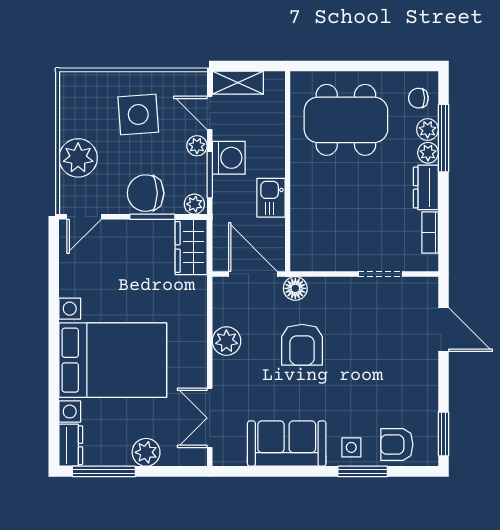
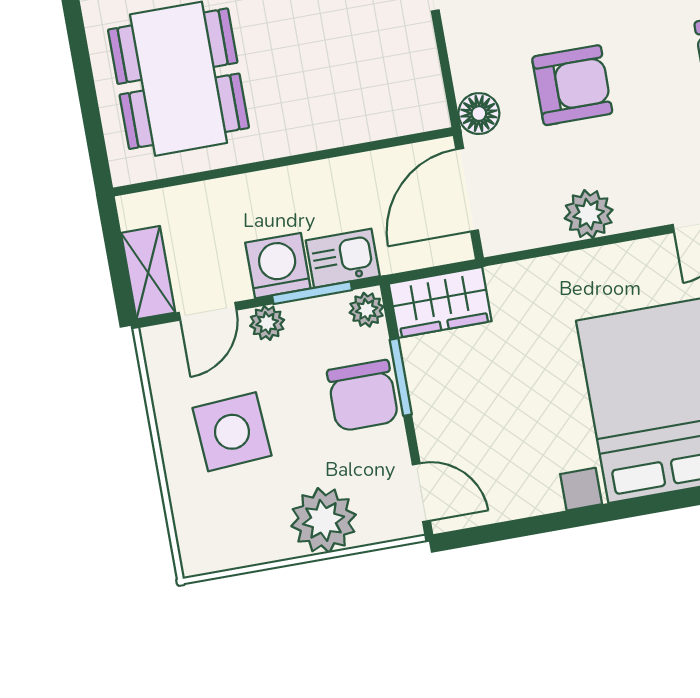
kitchen sink: (271, 198) -> (343, 258), moved, turned 180

